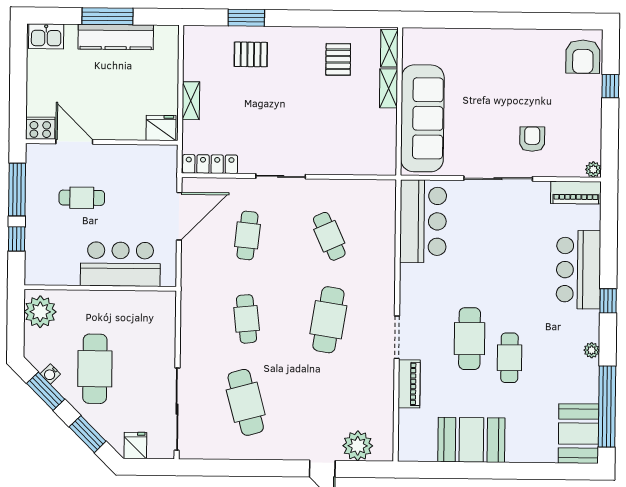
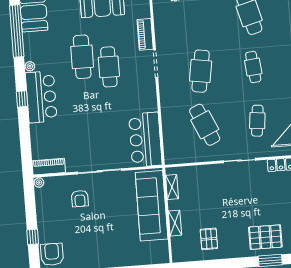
shelving: (389, 48) -> (172, 187), moved
pallet: (251, 54) -> (265, 237), width x1.50, depth x1.42
cafe table: (329, 236) -> (205, 125), width x1.37, depth x1.35
bar counter: (578, 270) -> (41, 97), moved
cafe table: (509, 358) -> (82, 57), width x1.37, depth x1.35

